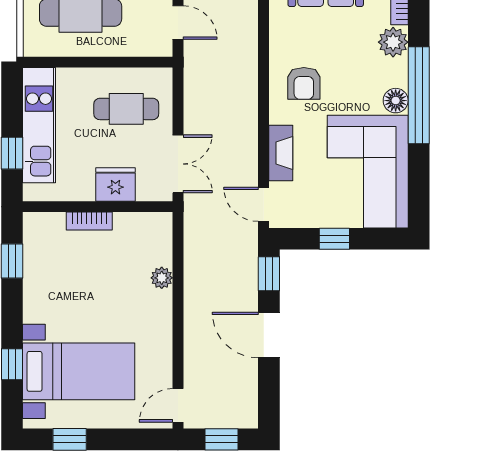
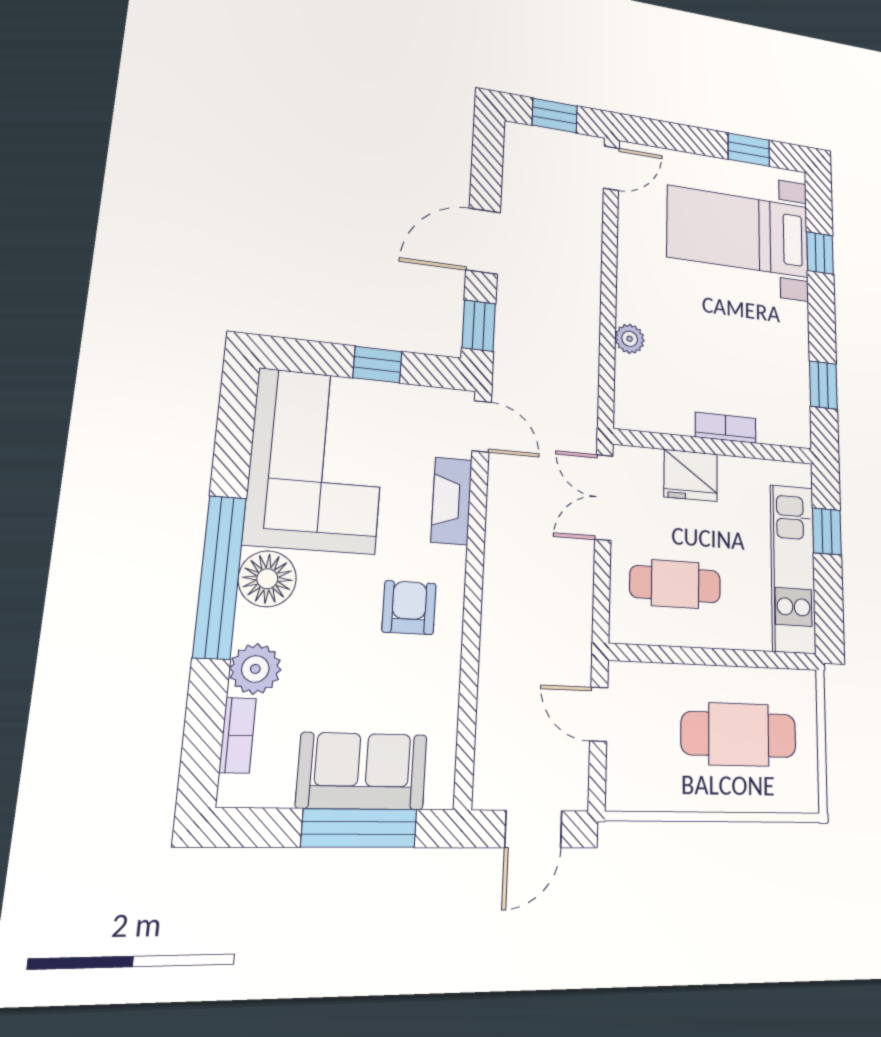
floor lamp: (396, 101) -> (267, 579), width x1.38, depth x1.38
door: (269, 335) -> (483, 241), swing flipped

